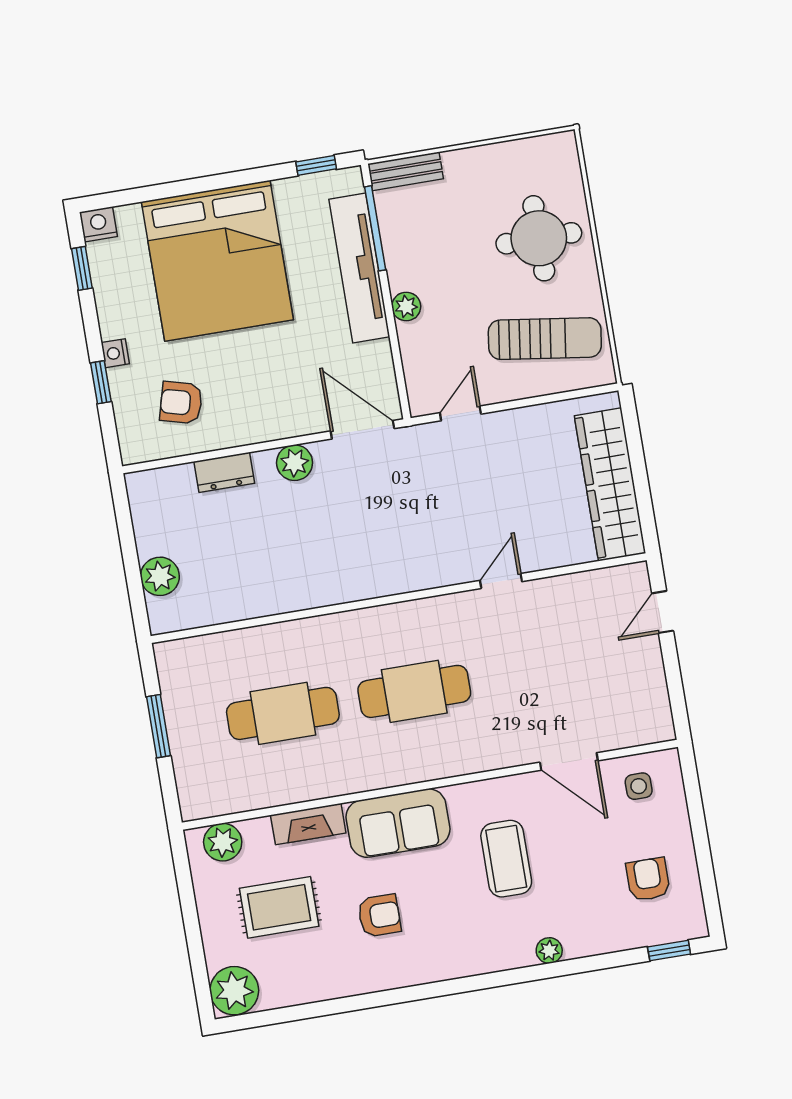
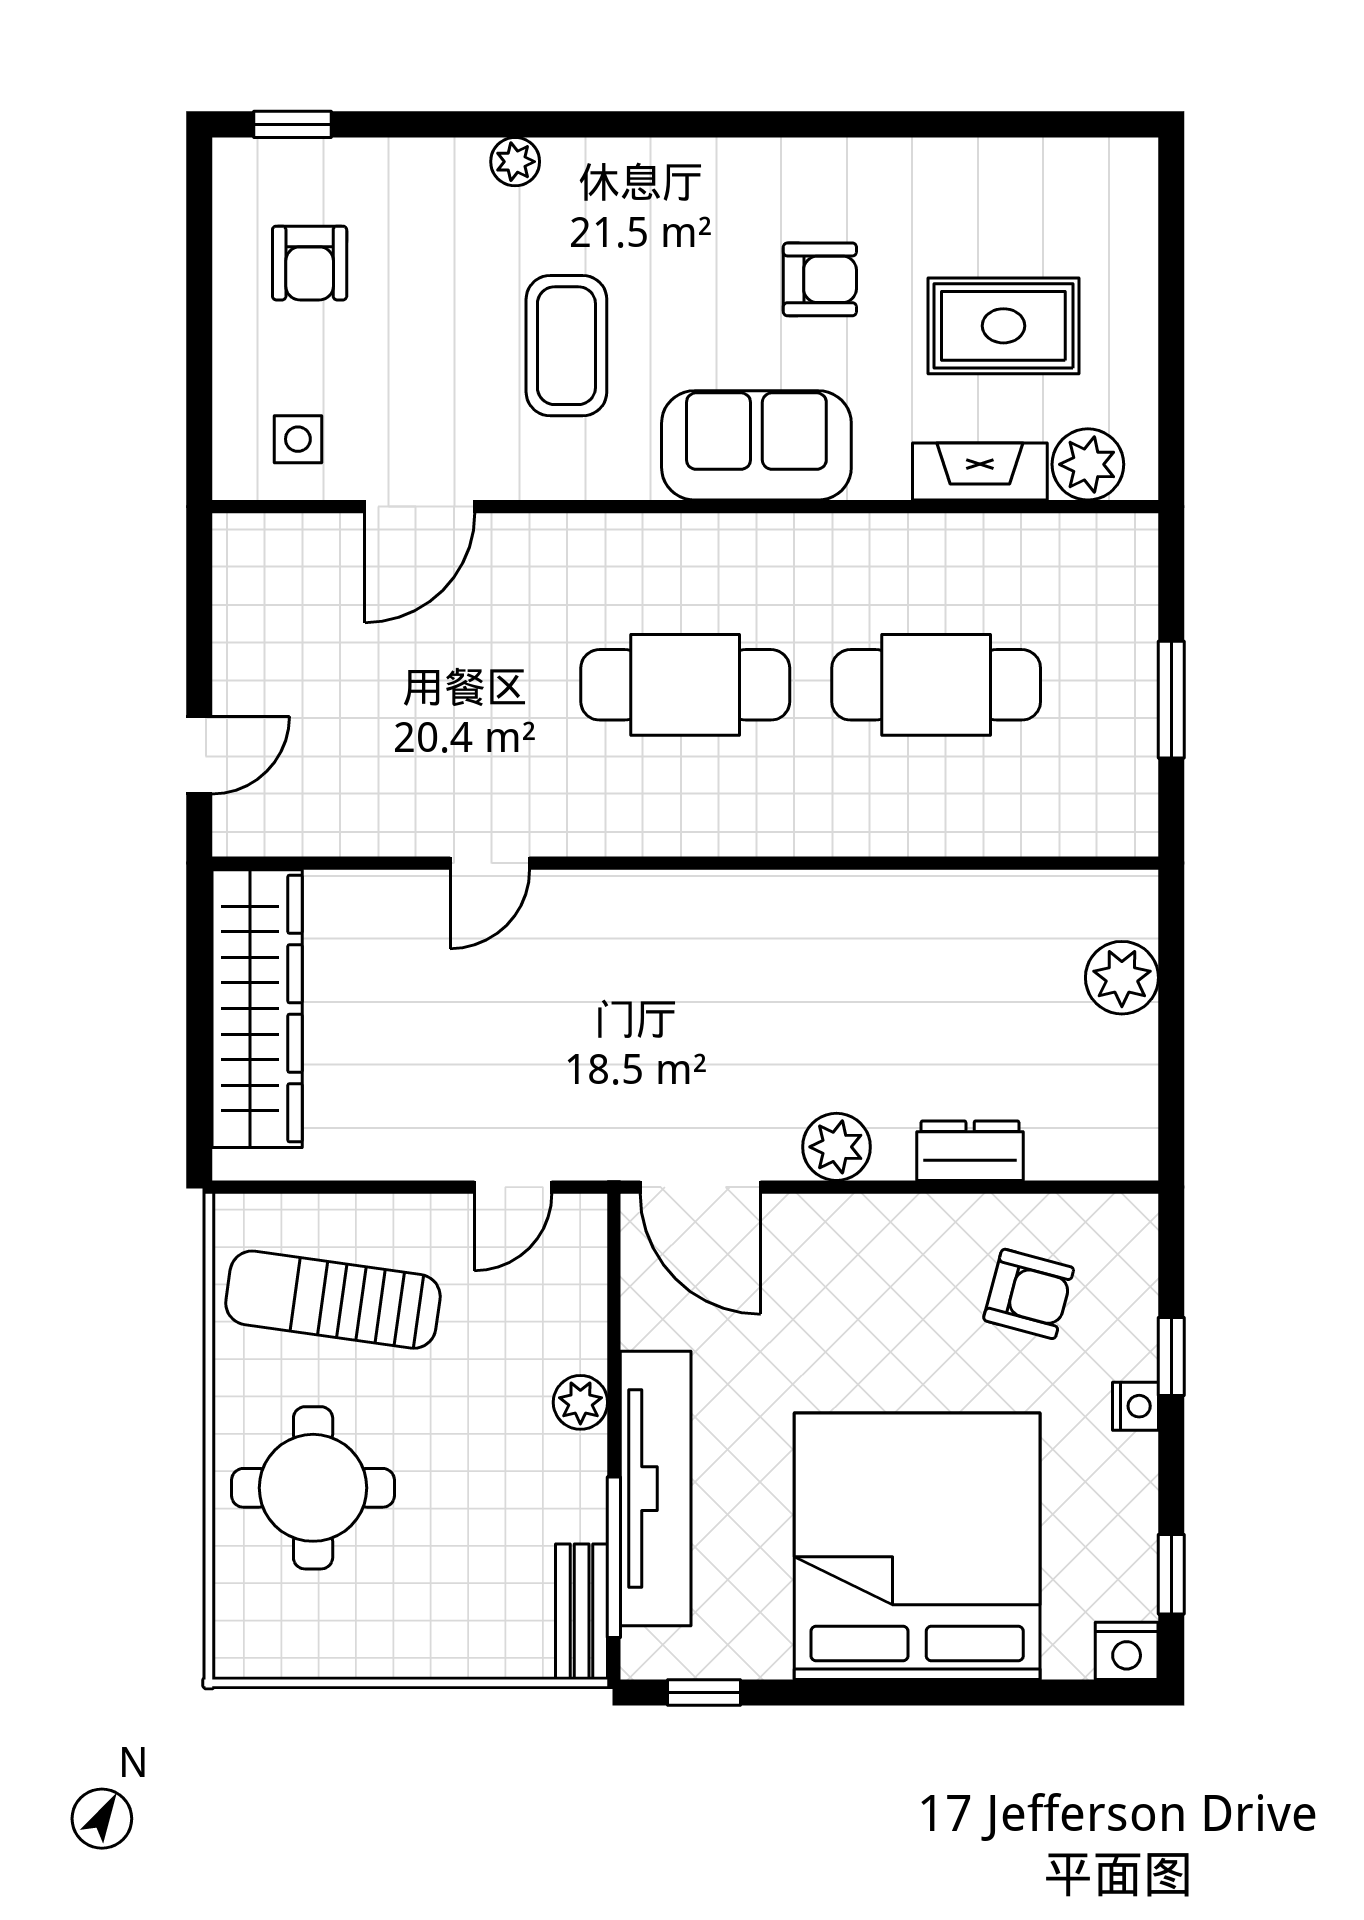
bench: (406, 171) -> (582, 1612), moved, turned 90
door: (569, 761) -> (420, 507), swing flipped
fireplace: (308, 824) -> (980, 471), moved
armchair: (379, 916) -> (820, 279), turned 180
plant: (234, 991) -> (1113, 185), removed

